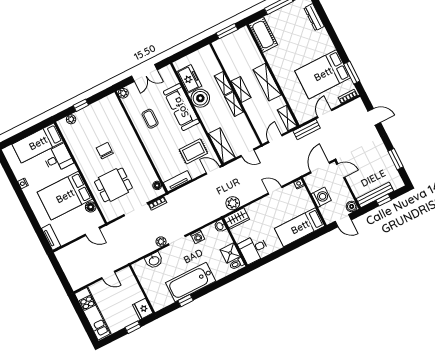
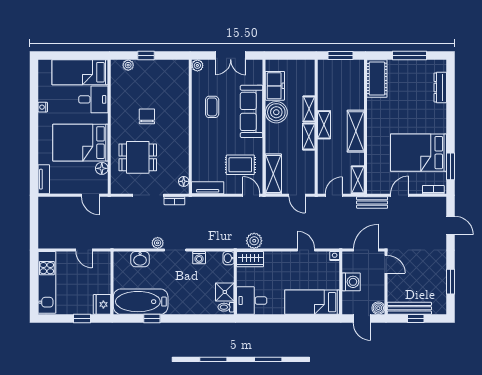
bathtub: (191, 282) -> (141, 302), moved

